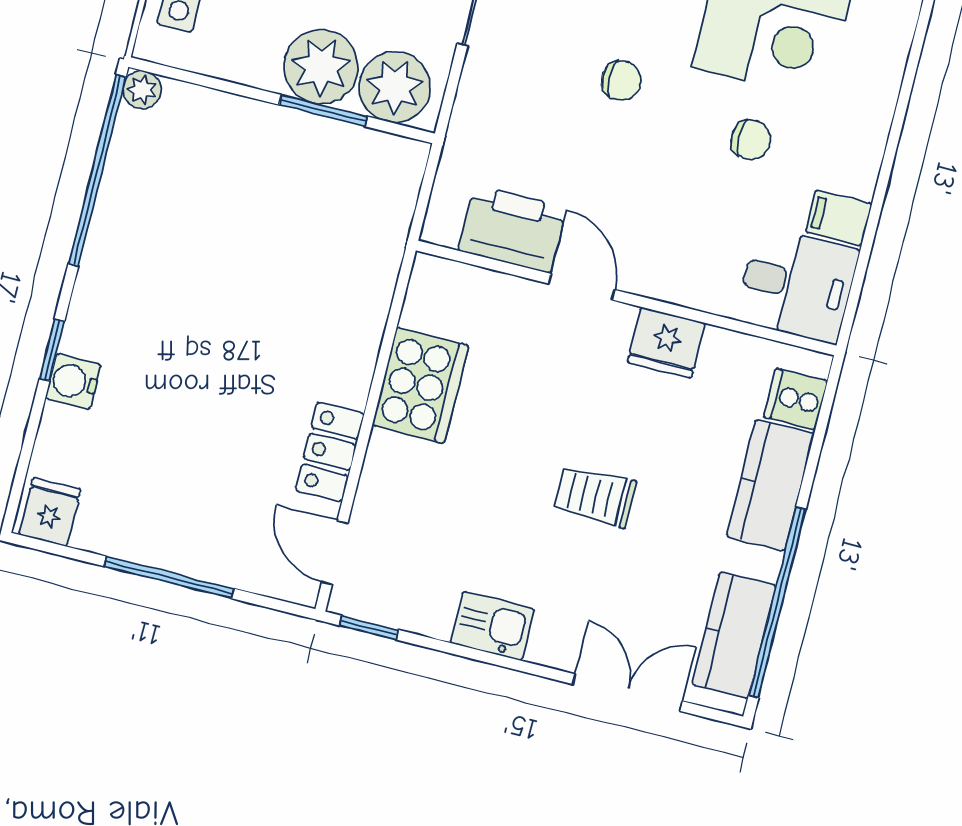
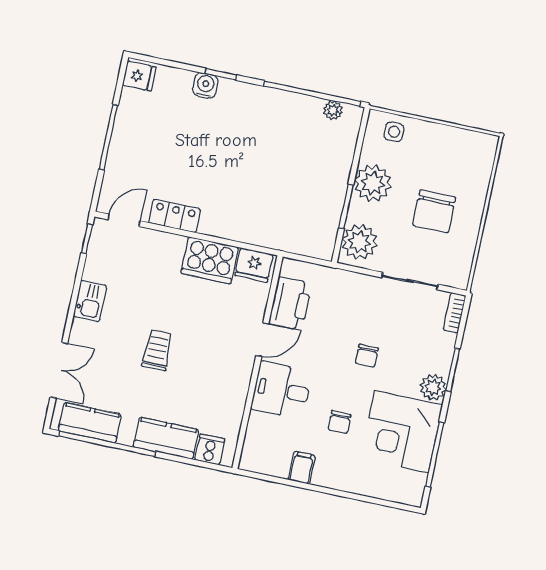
plant: (321, 67) -> (373, 183), moved
plant: (142, 90) -> (333, 110), moved
desk: (797, 285) -> (282, 390), moved, turned 90
fridge: (666, 343) -> (254, 265), moved, turned -90

